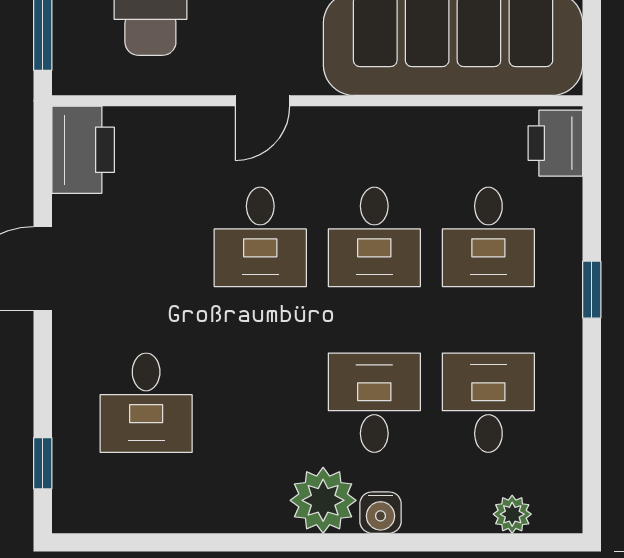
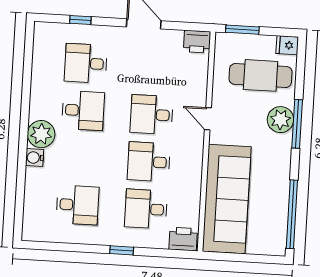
printer: (83, 150) -> (197, 42), width x0.73, depth x0.84
desk: (374, 403) -> (83, 110), moved
window: (43, 463) -> (80, 20), moved
plant: (512, 514) -> (31, 212), removed

